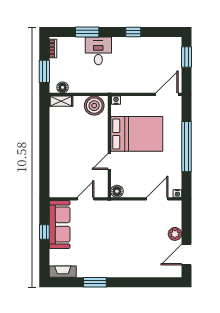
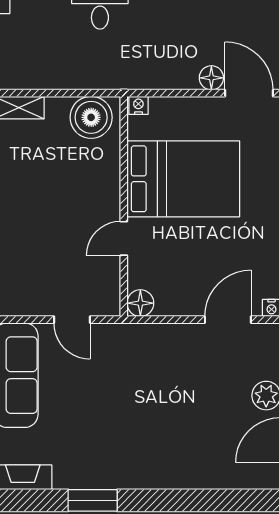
floor lamp: (63, 87) -> (211, 78), moved
door: (167, 94) -> (249, 93), hinge flipped
door: (85, 199) -> (72, 320), swing flipped

